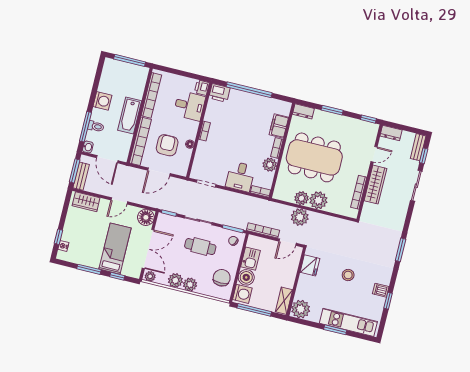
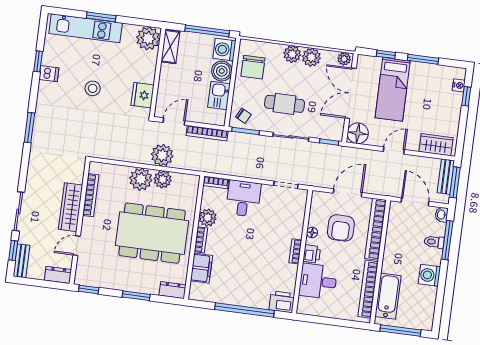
printer: (202, 88) -> (312, 254), moved
bathtub: (130, 116) -> (388, 296), moved

